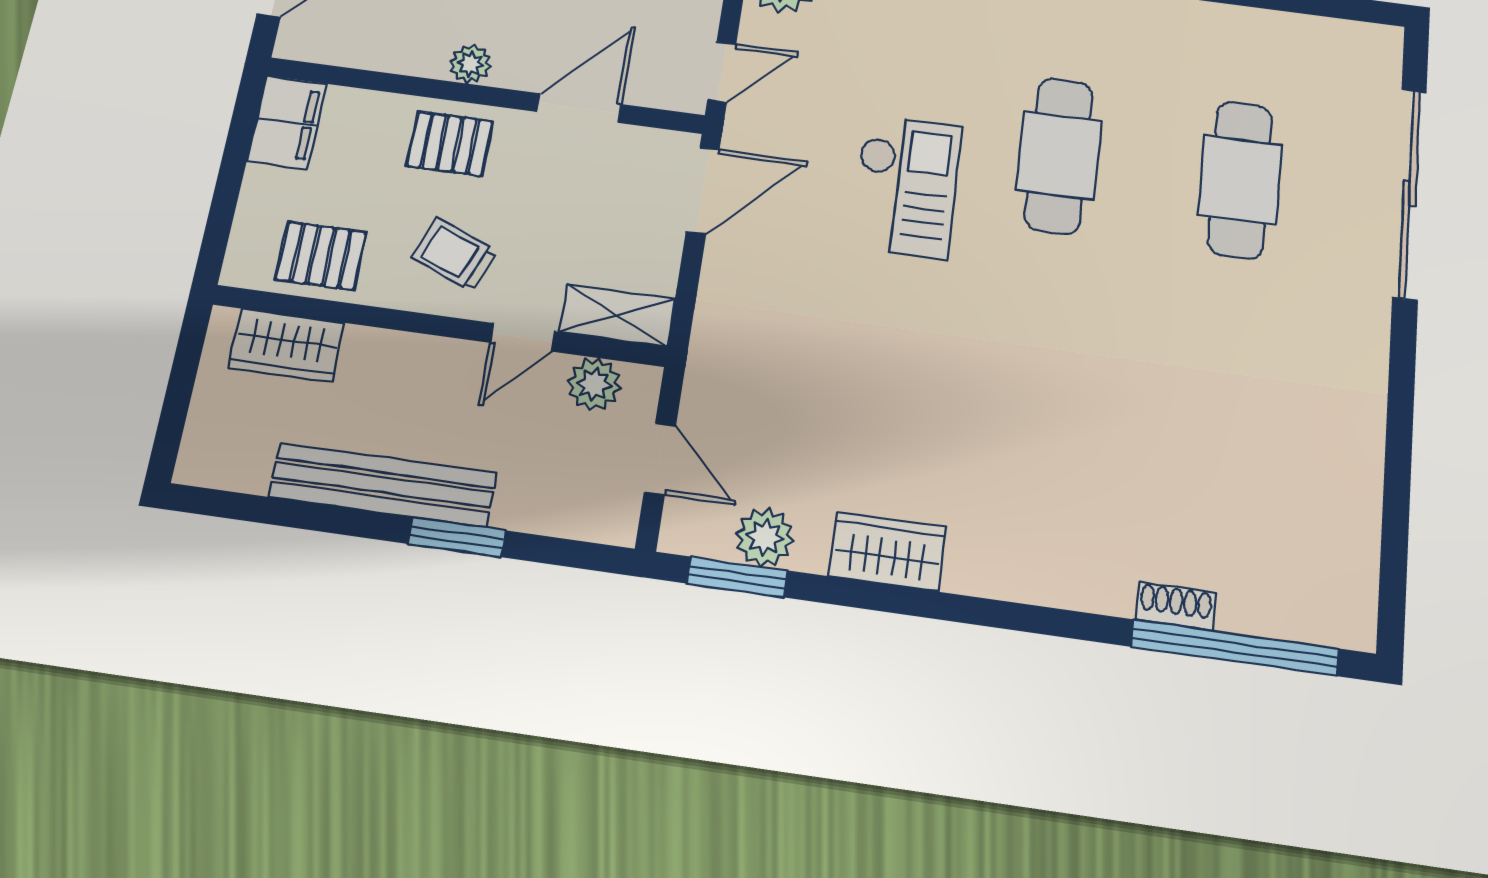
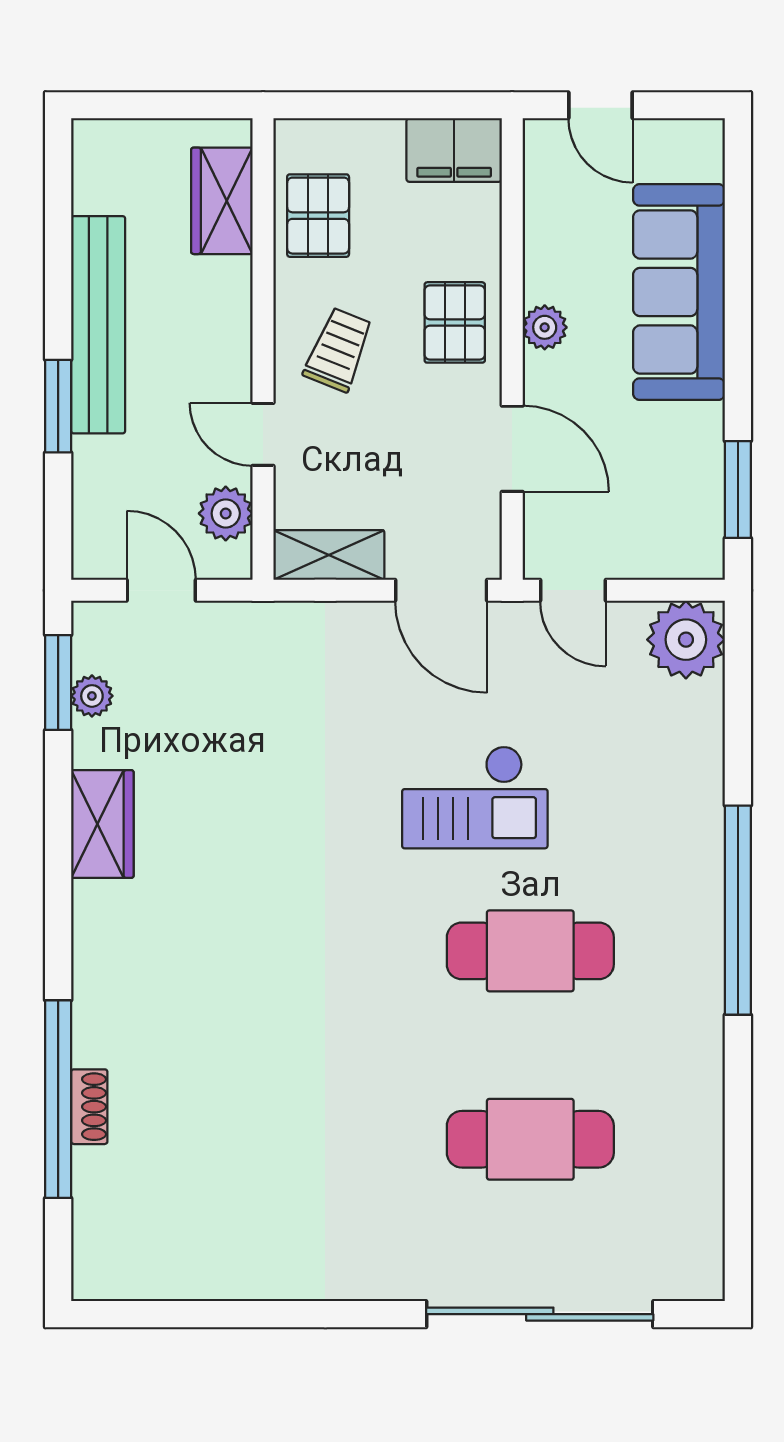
shelving: (617, 316) -> (329, 555), moved, turned 90
door: (660, 459) -> (161, 590), swing flipped
plant: (765, 537) -> (92, 696), width x0.73, depth x0.73
window: (1235, 648) -> (58, 1099), moved

